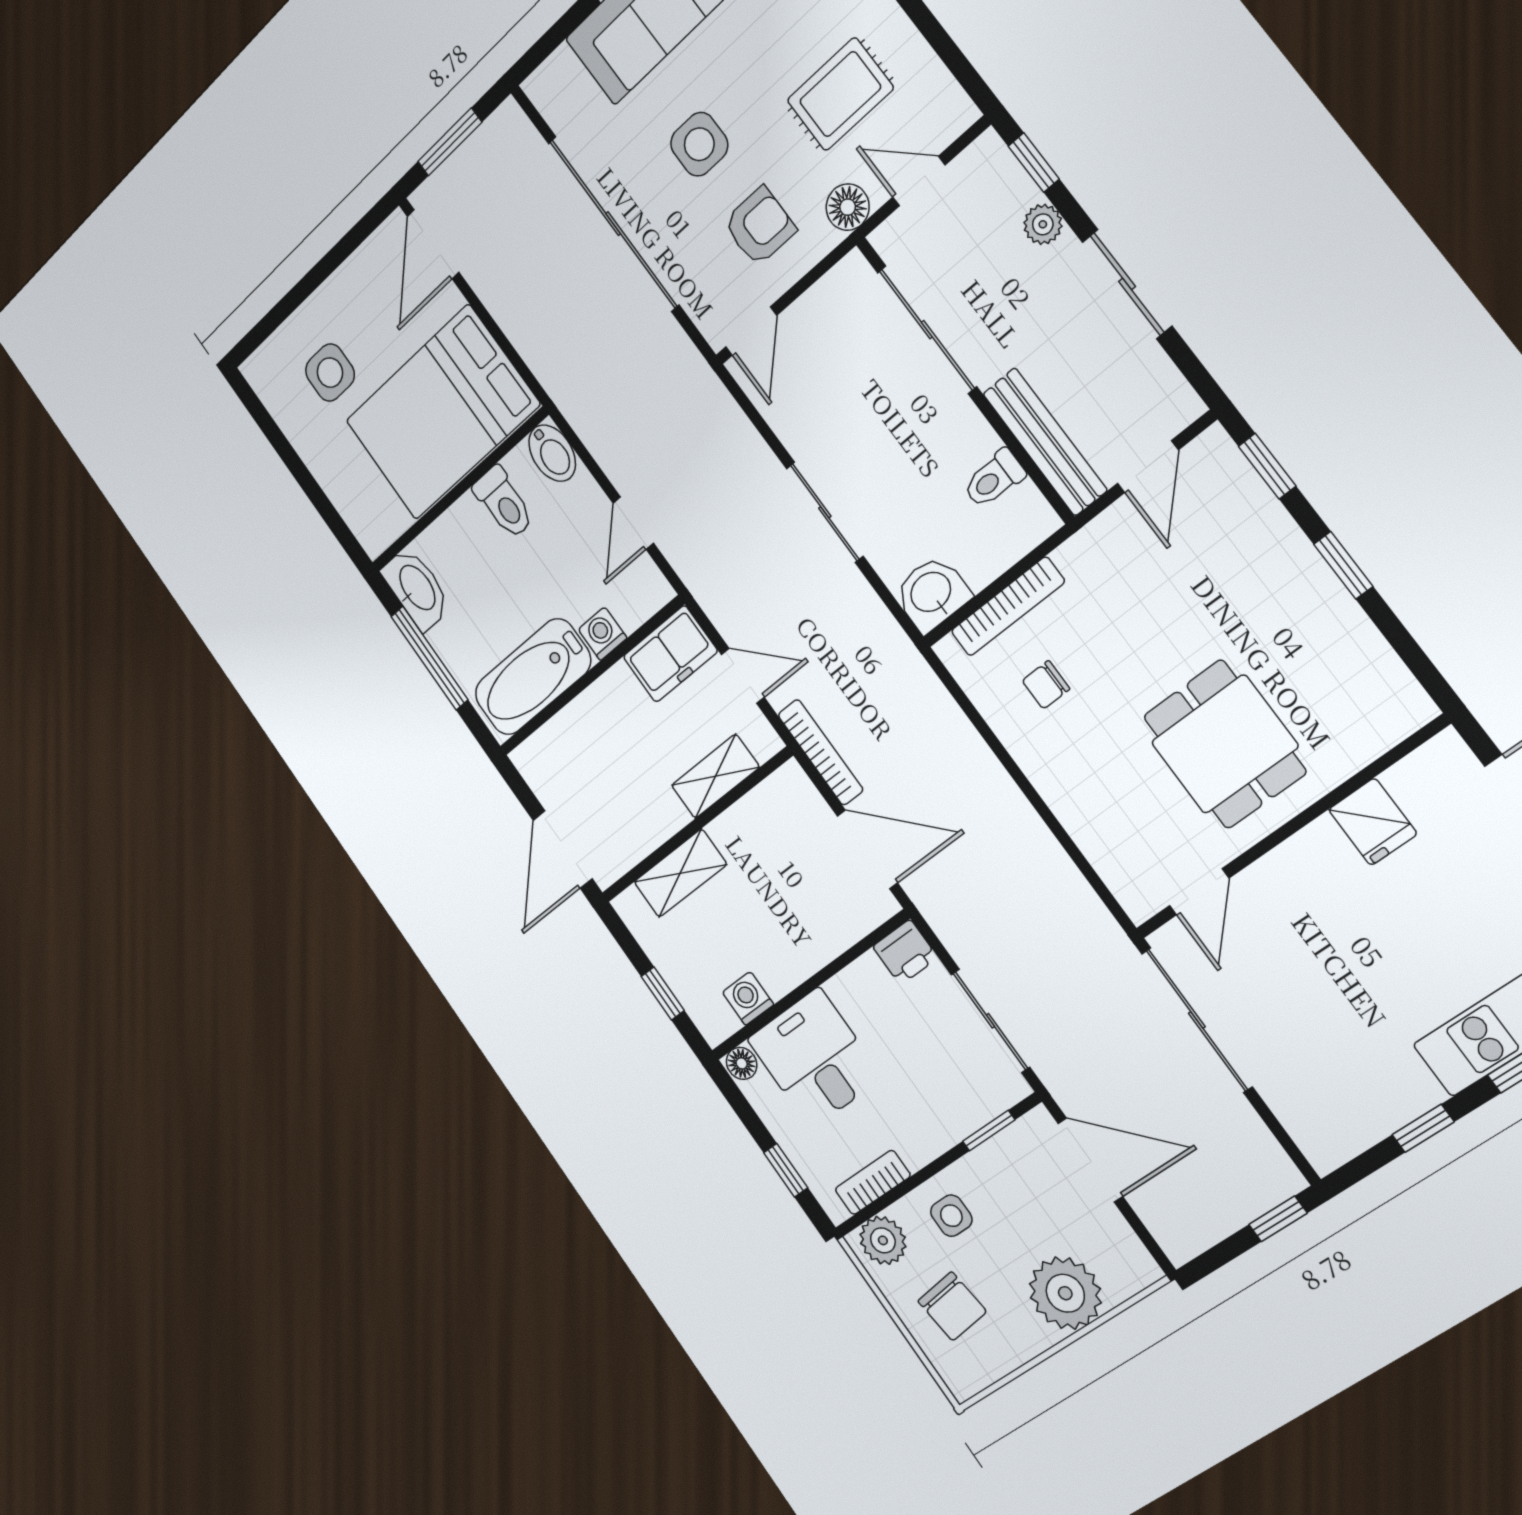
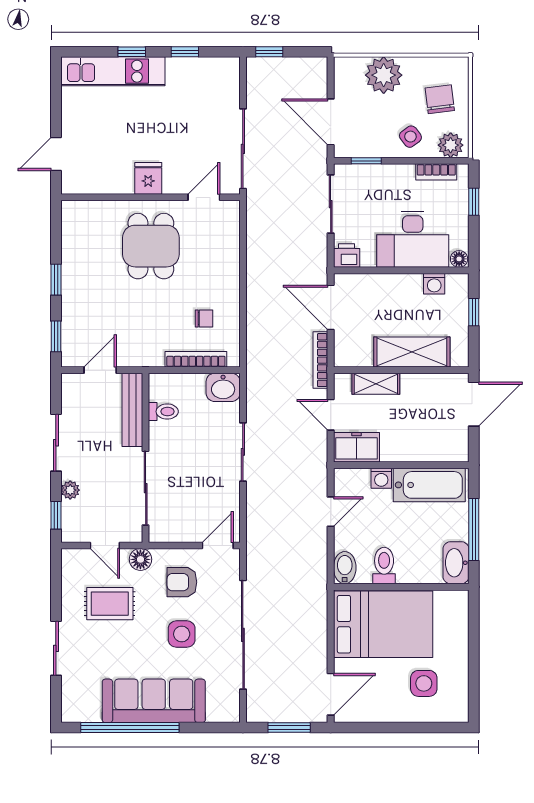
fridge: (1373, 822) -> (148, 178), moved
shelving: (680, 873) -> (412, 352), width x1.50, depth x1.33
desk: (815, 1058) -> (413, 239), width x1.37
side table: (951, 1216) -> (410, 137), turned -37

